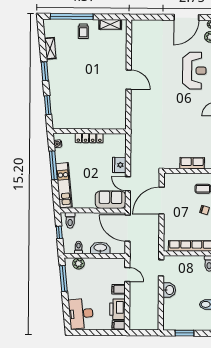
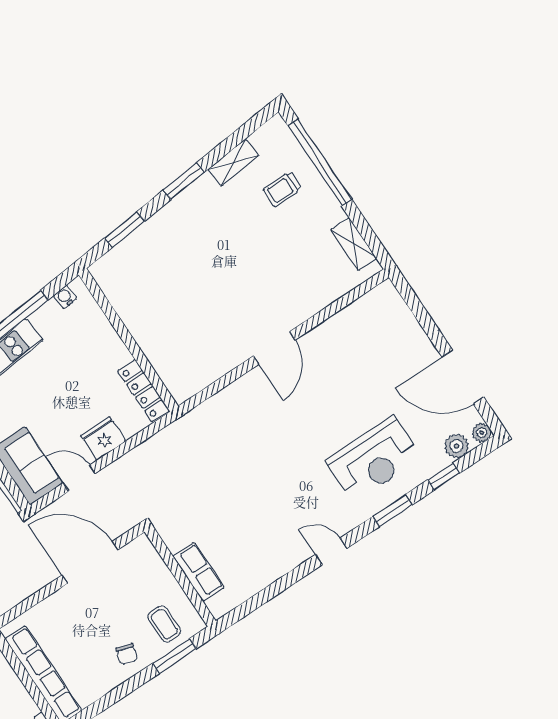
trolley: (83, 31) -> (282, 189), moved
locker: (89, 138) -> (143, 391), moved
door: (128, 184) -> (79, 478), hinge flipped

